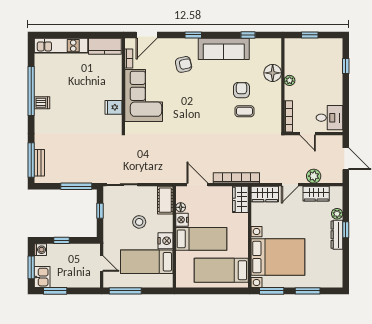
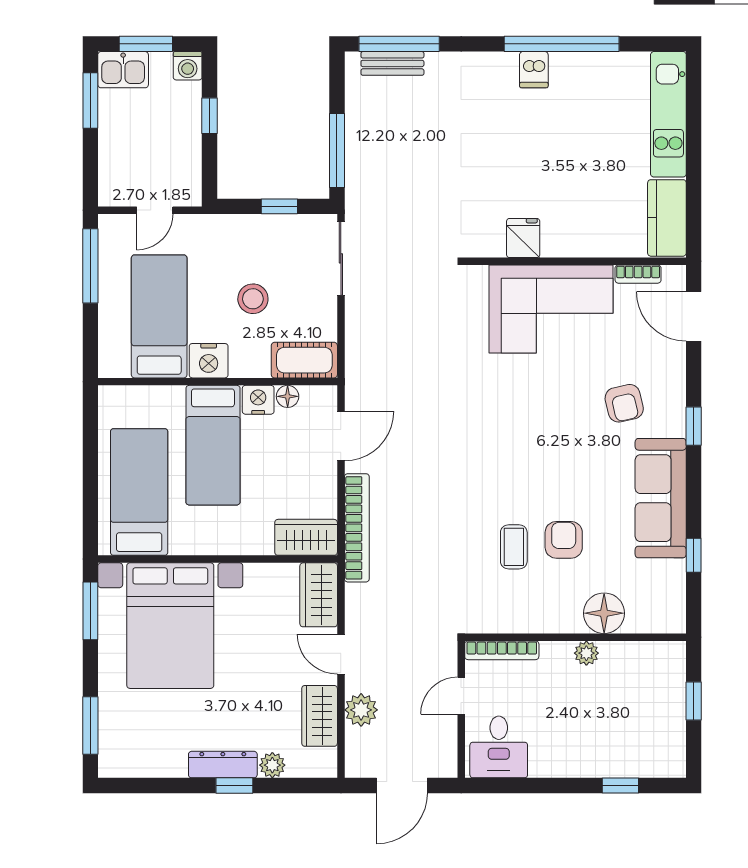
armchair: (242, 90) -> (564, 540), turned -90
window: (308, 291) -> (90, 726), moved

